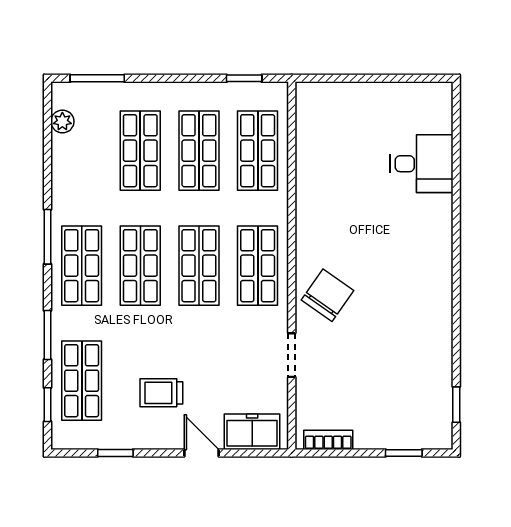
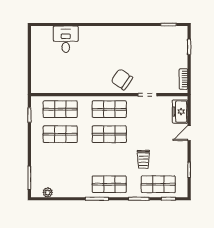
shop shelf: (140, 151) -> (60, 159), removed
shop shelf: (140, 266) -> (109, 159), removed
trolley: (161, 393) -> (143, 159), moved

